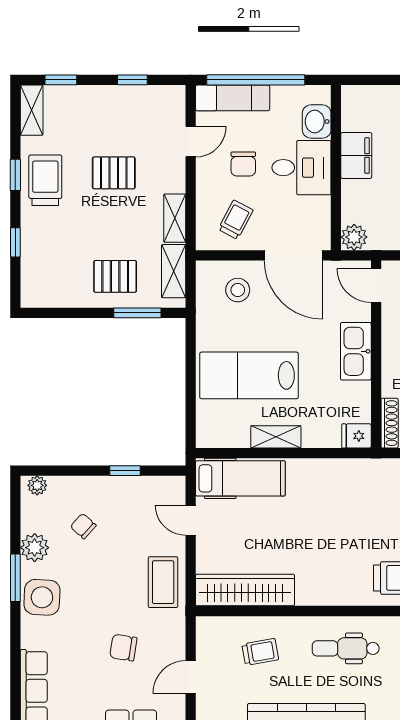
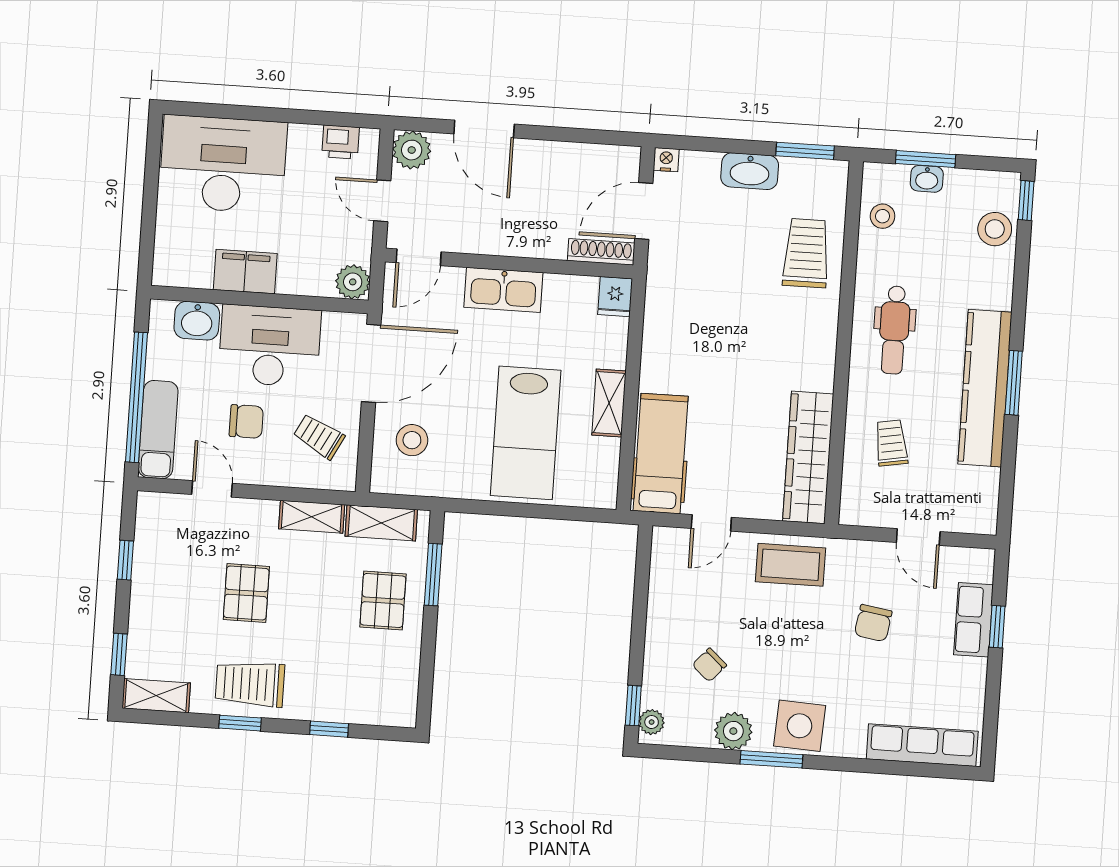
desk: (301, 168) -> (270, 346), width x1.37
window: (125, 471) -> (633, 706), moved

